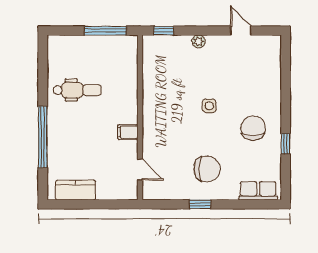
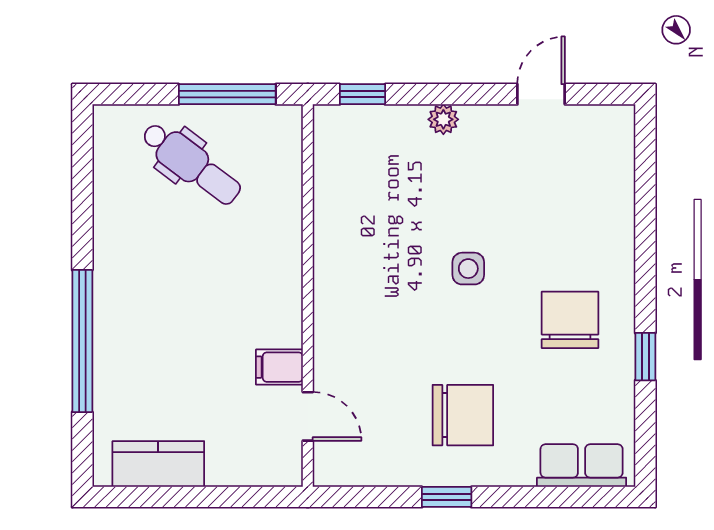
door: (241, 31) -> (541, 94), hinge flipped
dental chair: (77, 90) -> (191, 164), moved, turned 37
filing cabinet: (128, 132) -> (279, 367), moved

